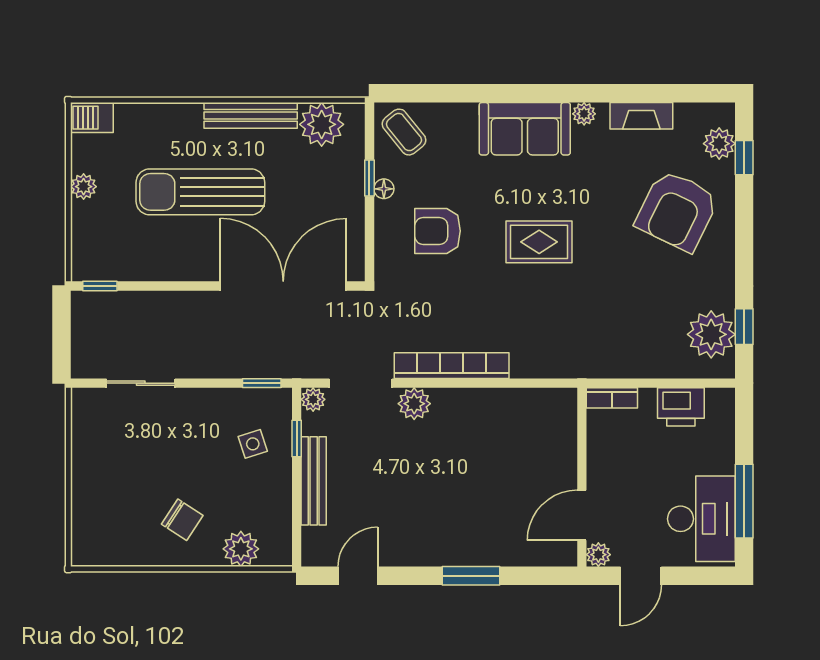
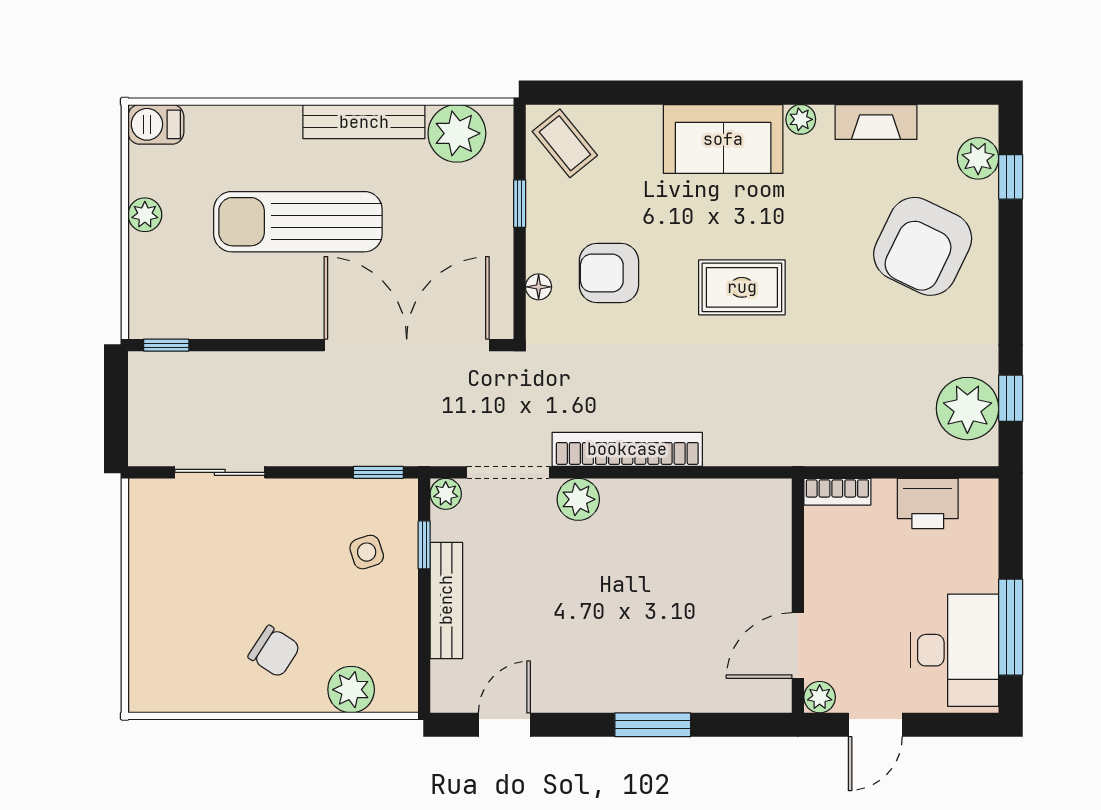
floor lamp: (384, 189) -> (539, 287), moved

